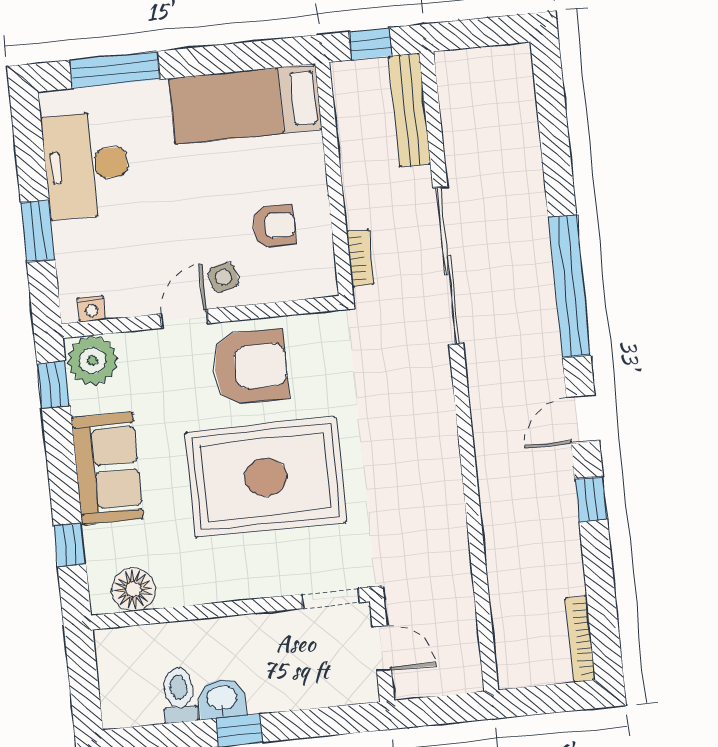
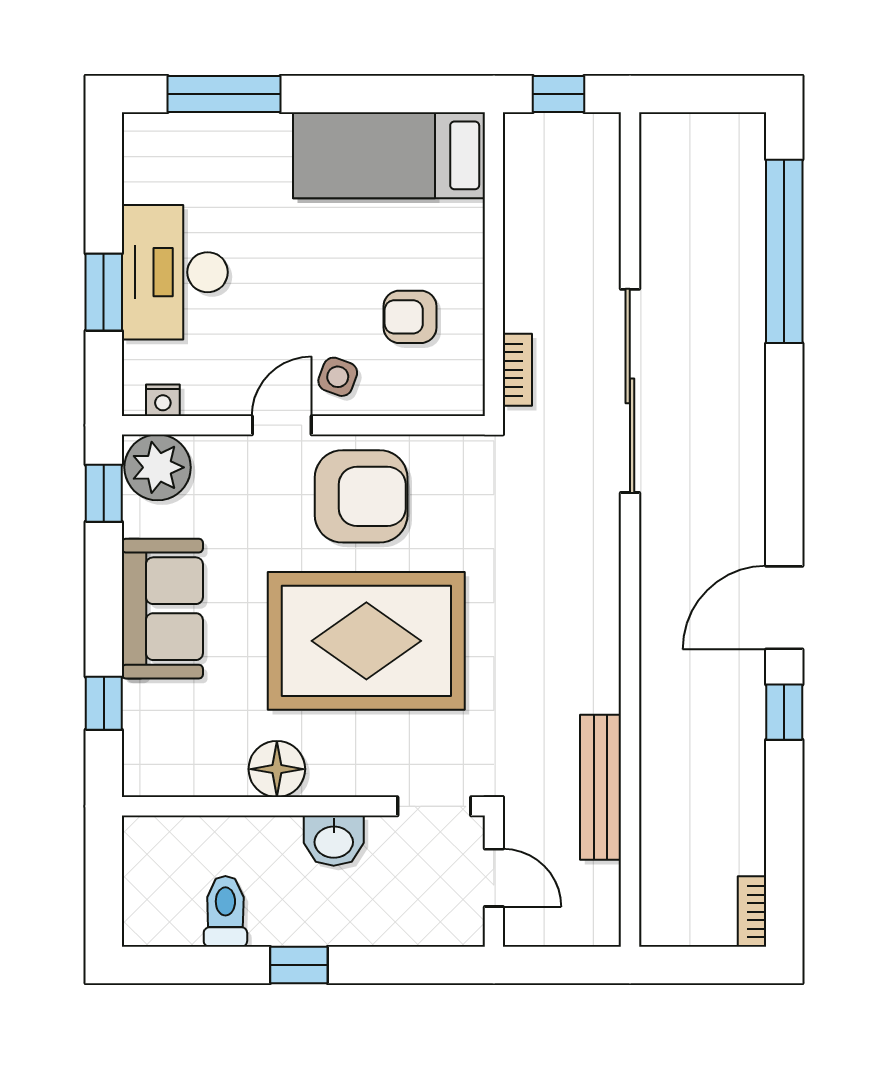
bench: (410, 110) -> (601, 787), moved
desk: (86, 165) -> (175, 272), moved
armchair: (274, 226) -> (410, 317), turned 180
side table: (223, 277) -> (338, 377), turned 33
window: (569, 286) -> (784, 251), moved
door: (583, 419) -> (784, 608), width x1.38
floor lamp: (134, 590) -> (277, 769), moved
bookcase: (580, 639) -> (752, 912), width x0.64
washbasin: (222, 699) -> (334, 841), moved, turned 180

